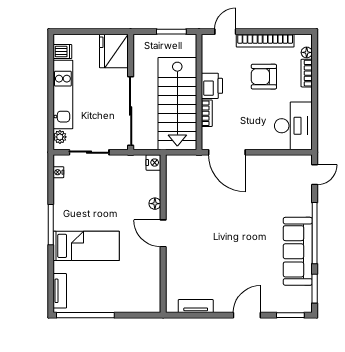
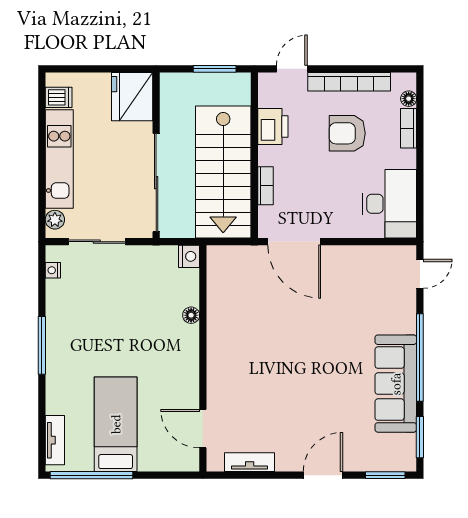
printer: (212, 86) -> (273, 127), moved
door: (163, 233) -> (203, 429), moved
bed: (86, 246) -> (116, 424), moved, turned -90

